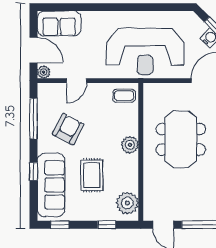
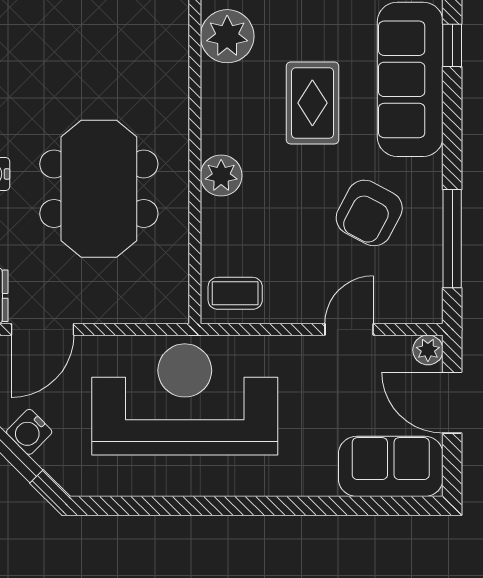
window: (34, 172) -> (452, 45), moved

